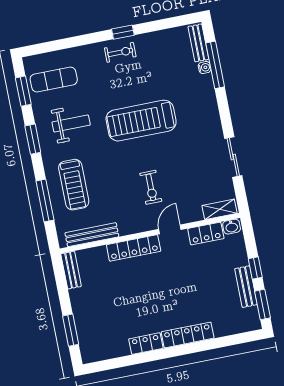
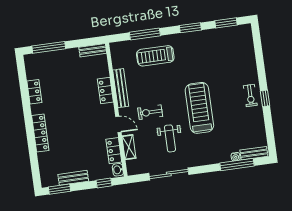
exercise mat: (54, 80) -> (233, 46), removed
weight bench: (71, 123) -> (170, 138), moved
sliding door: (233, 157) -> (169, 174), width x1.37
shelving: (220, 209) -> (129, 147), moved
bench: (92, 235) -> (121, 88), moved
locker: (134, 248) -> (105, 91), width x0.66
window: (255, 268) -> (104, 183), moved
window: (71, 330) -> (49, 47), width x1.44
locker: (146, 344) -> (34, 92), moved

